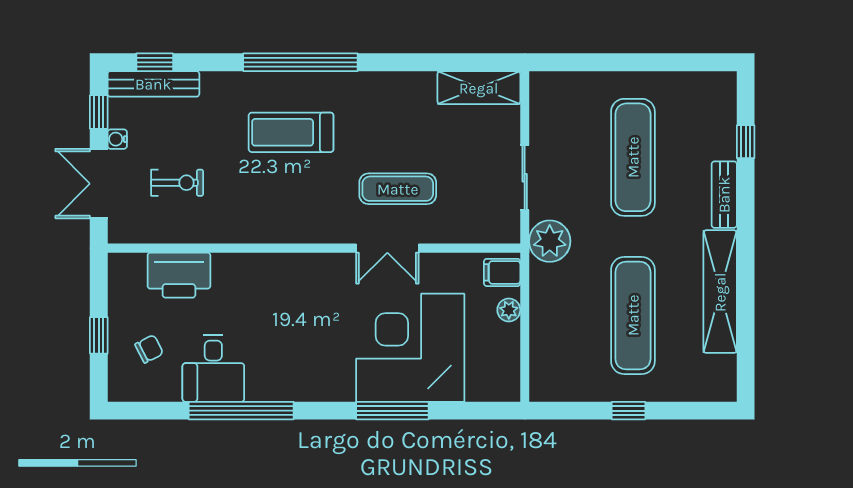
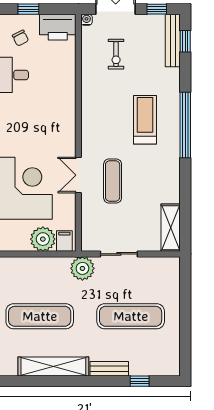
water cooler: (117, 139) -> (86, 20), moved
printer: (179, 275) -> (58, 27), moved, turned -90
plant: (509, 310) -> (43, 239), width x1.87, depth x1.87

